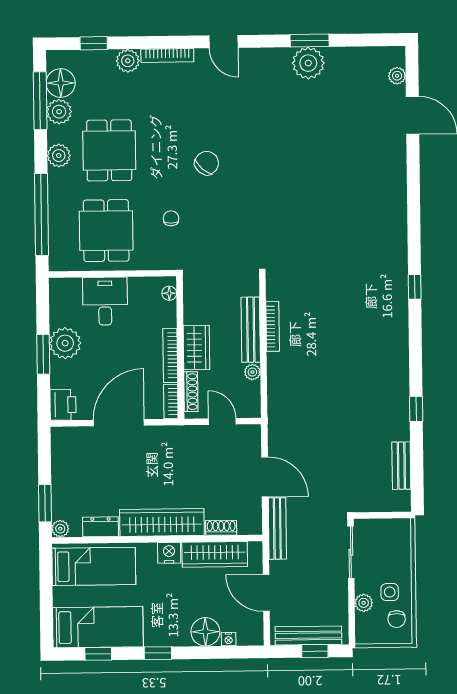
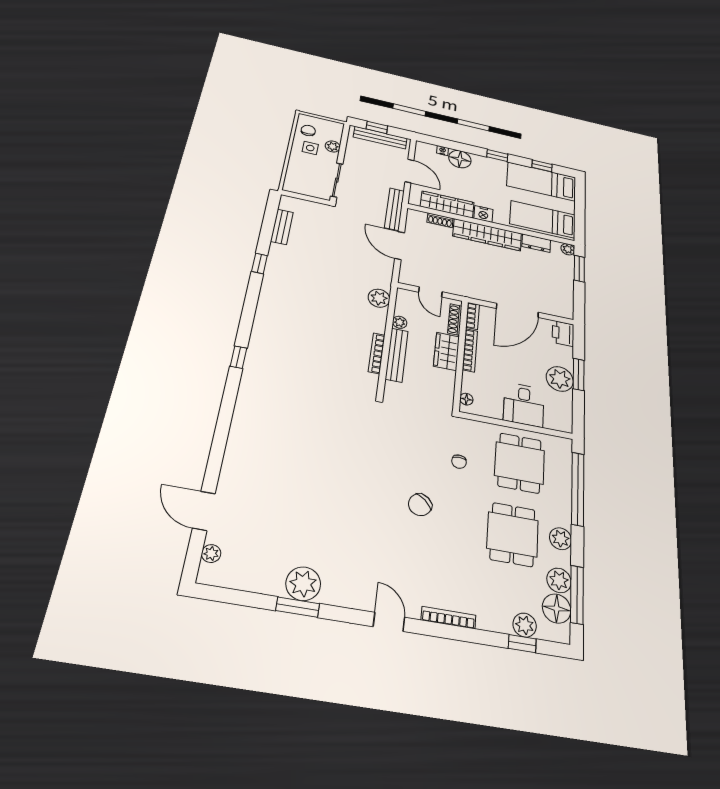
plant: (128, 61) -> (525, 625), moved
plant: (279, 398) -> (379, 298), added

